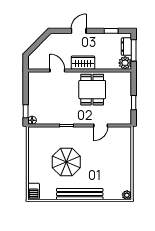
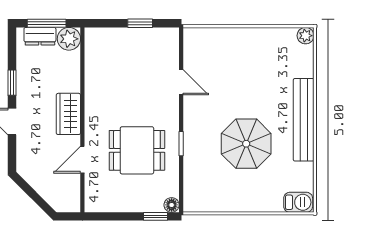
window: (111, 31) -> (12, 83), moved
dining table: (92, 90) -> (137, 150), moved

